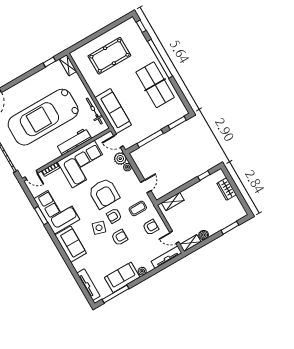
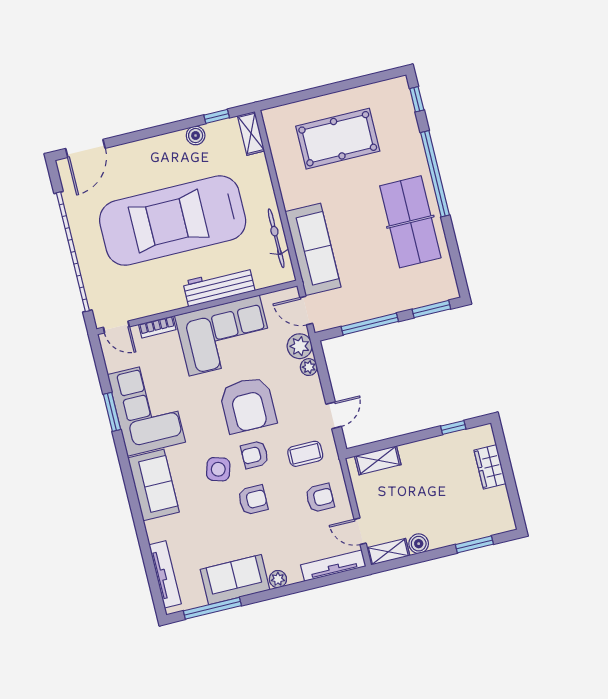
boiler: (42, 74) -> (196, 136), added

